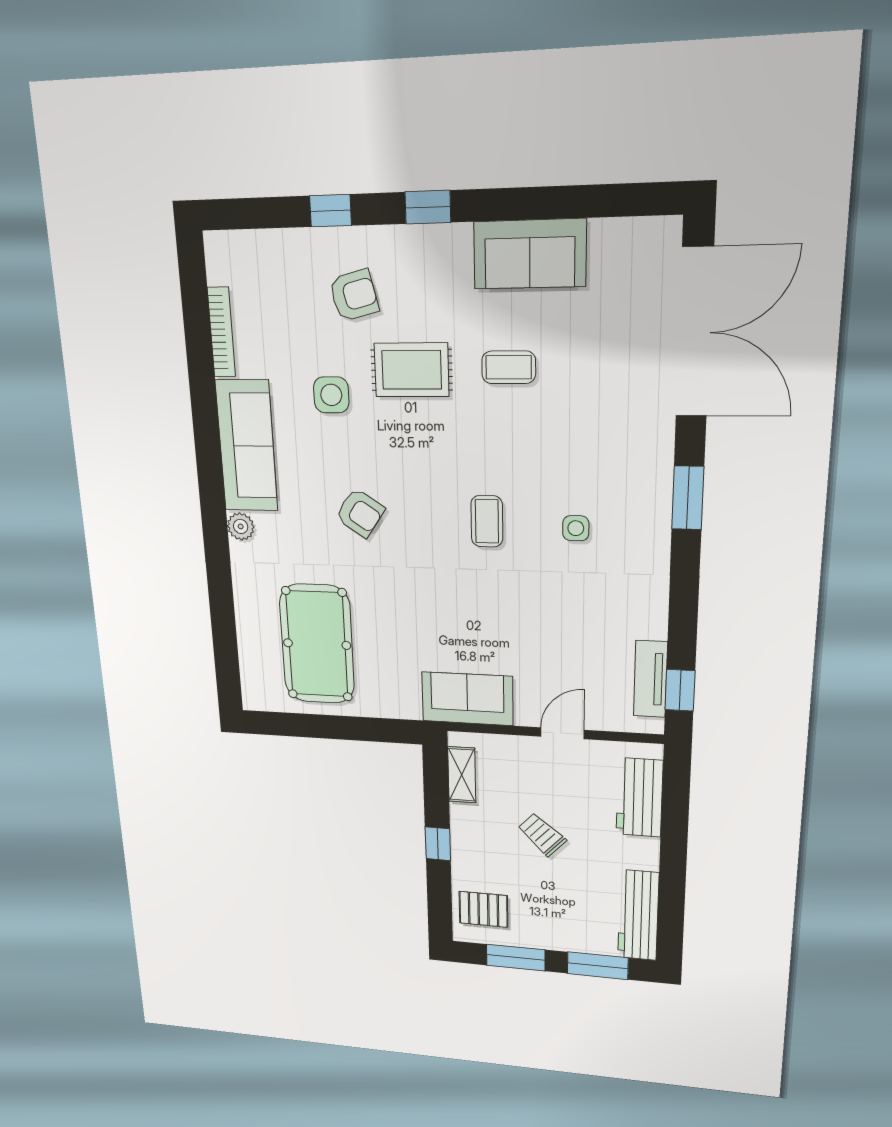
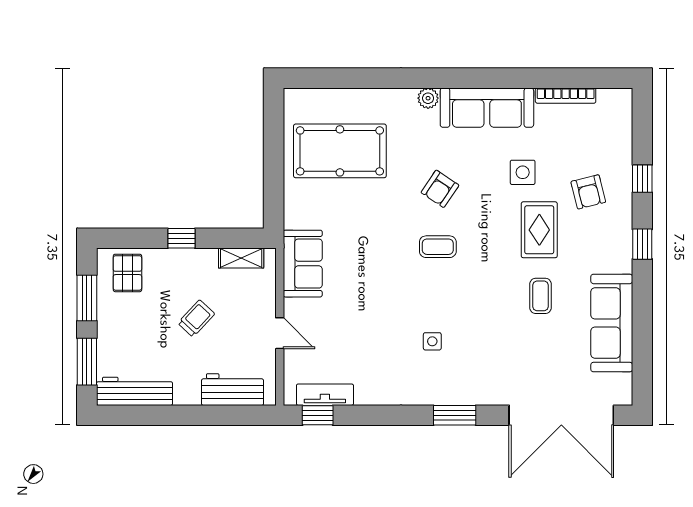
sofa: (530, 254) -> (612, 323), width x1.36
coffee table: (487, 521) -> (438, 247), moved

